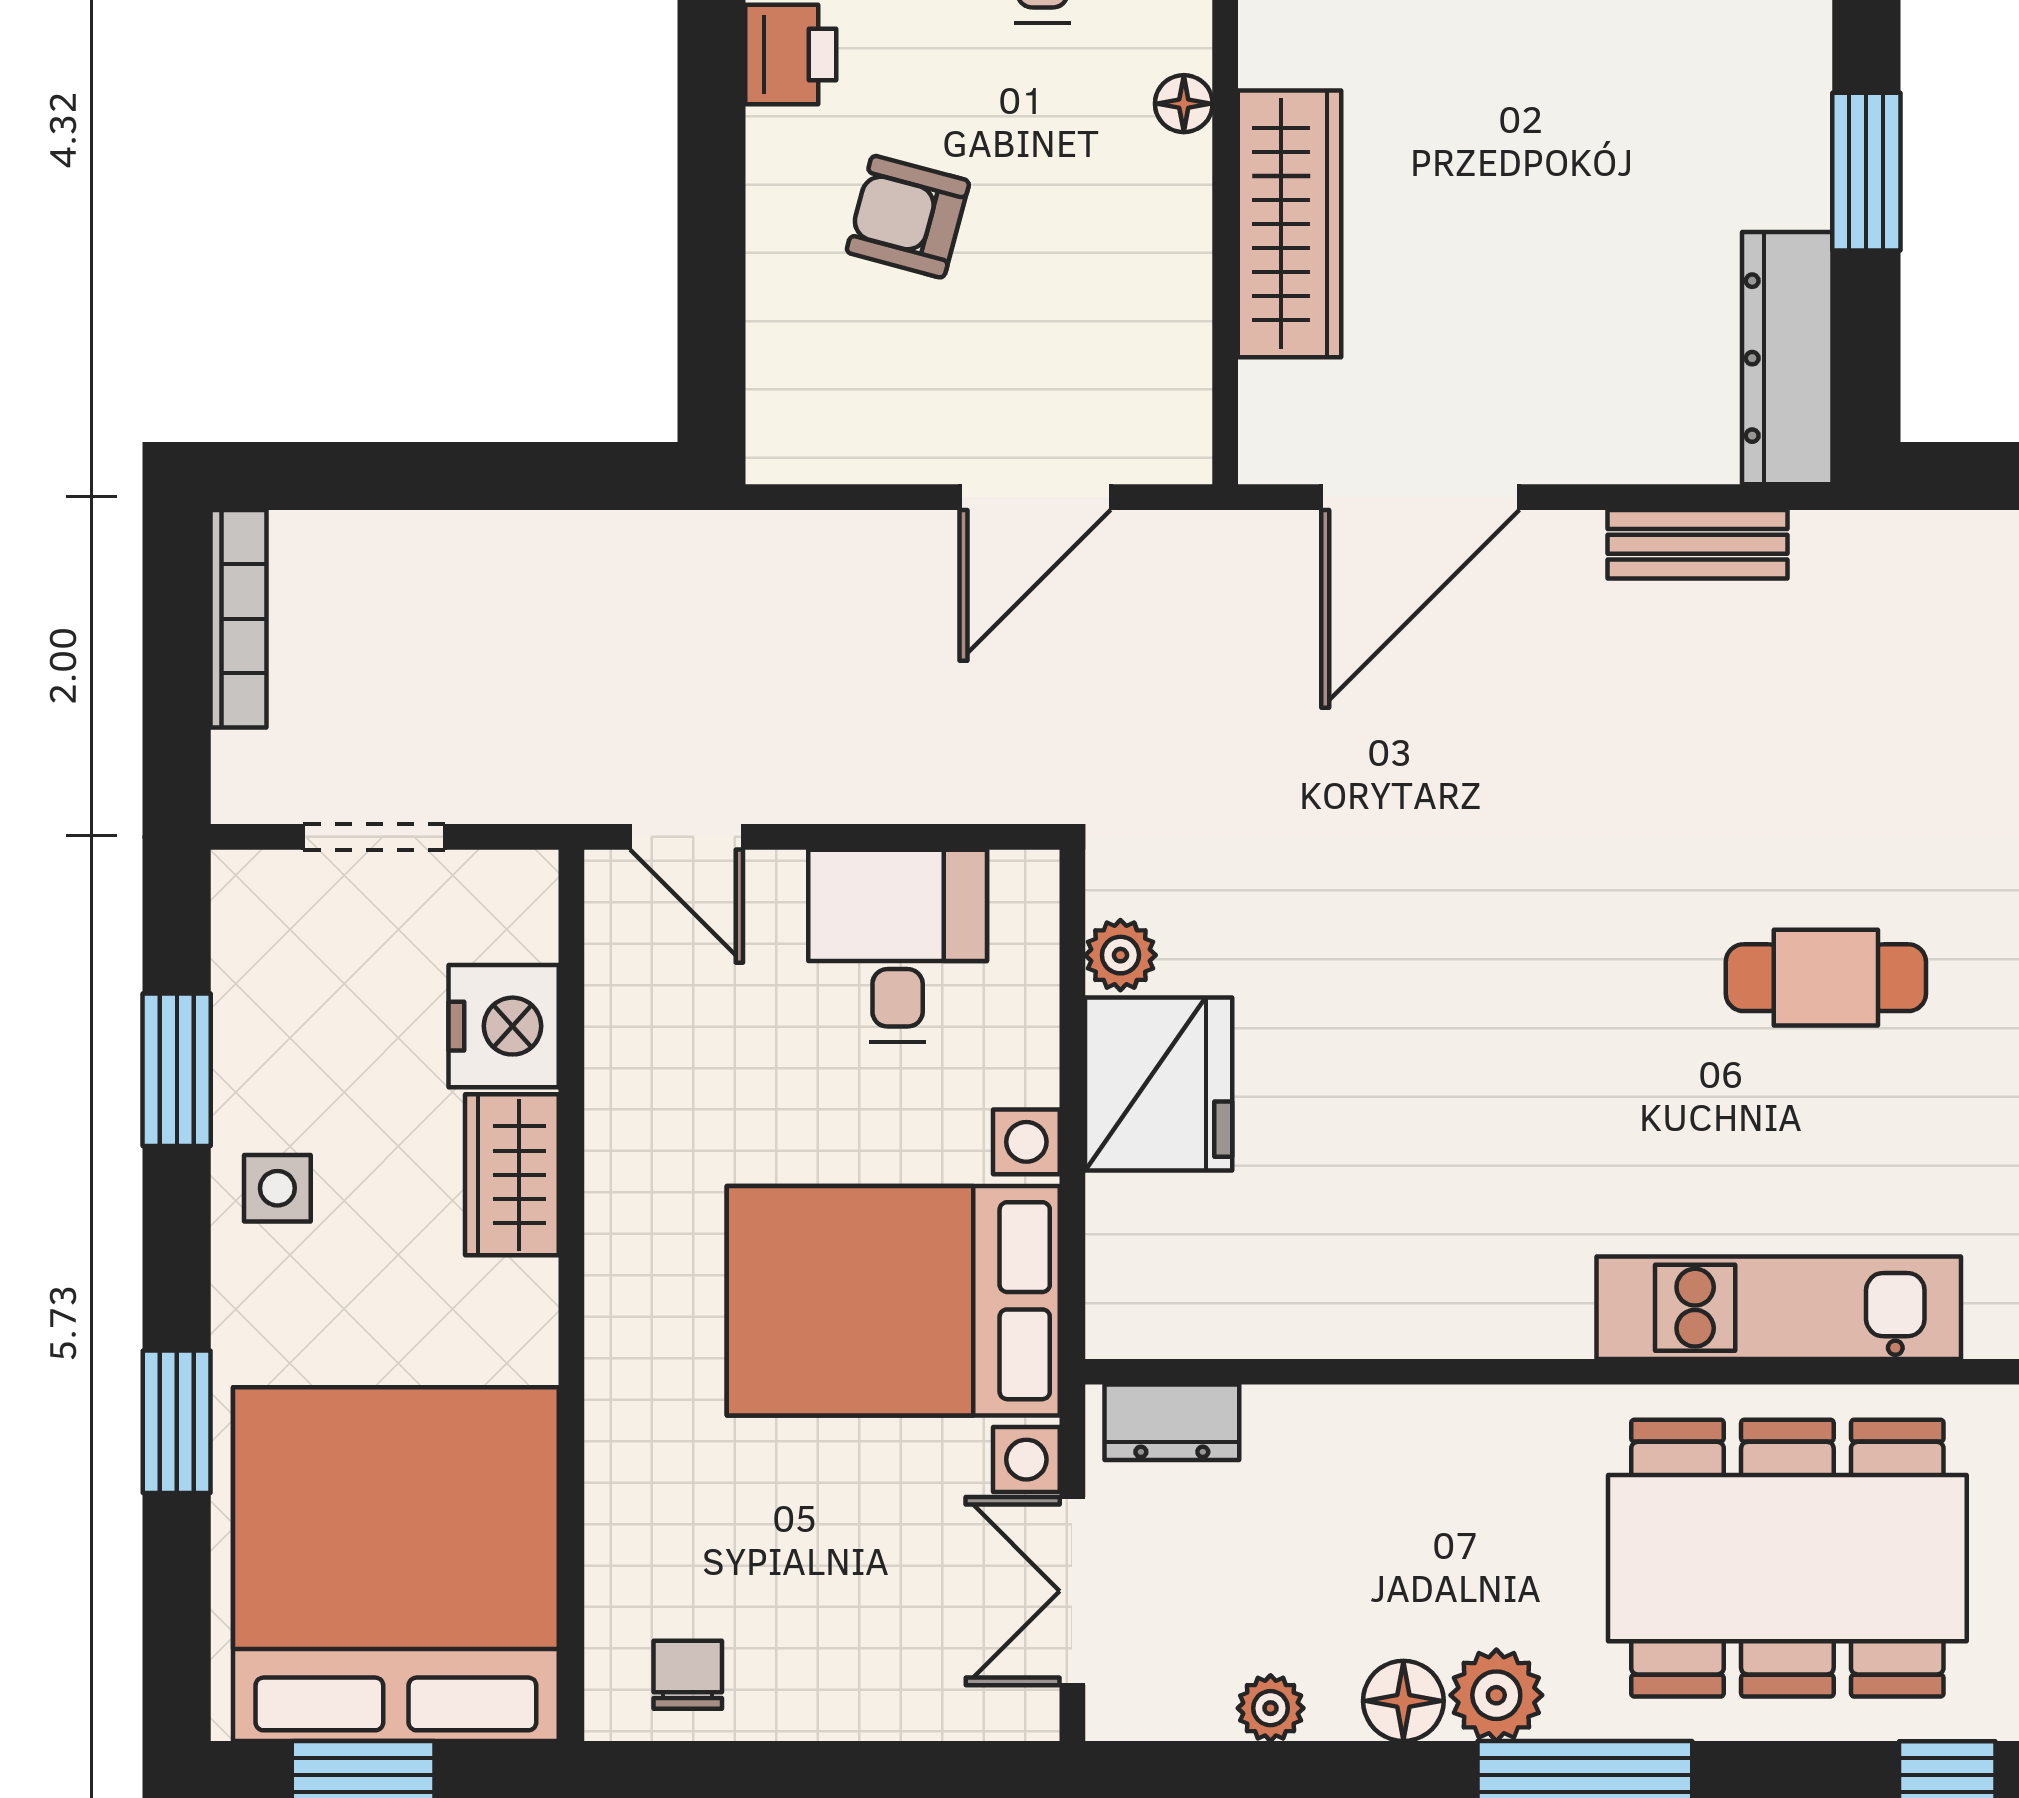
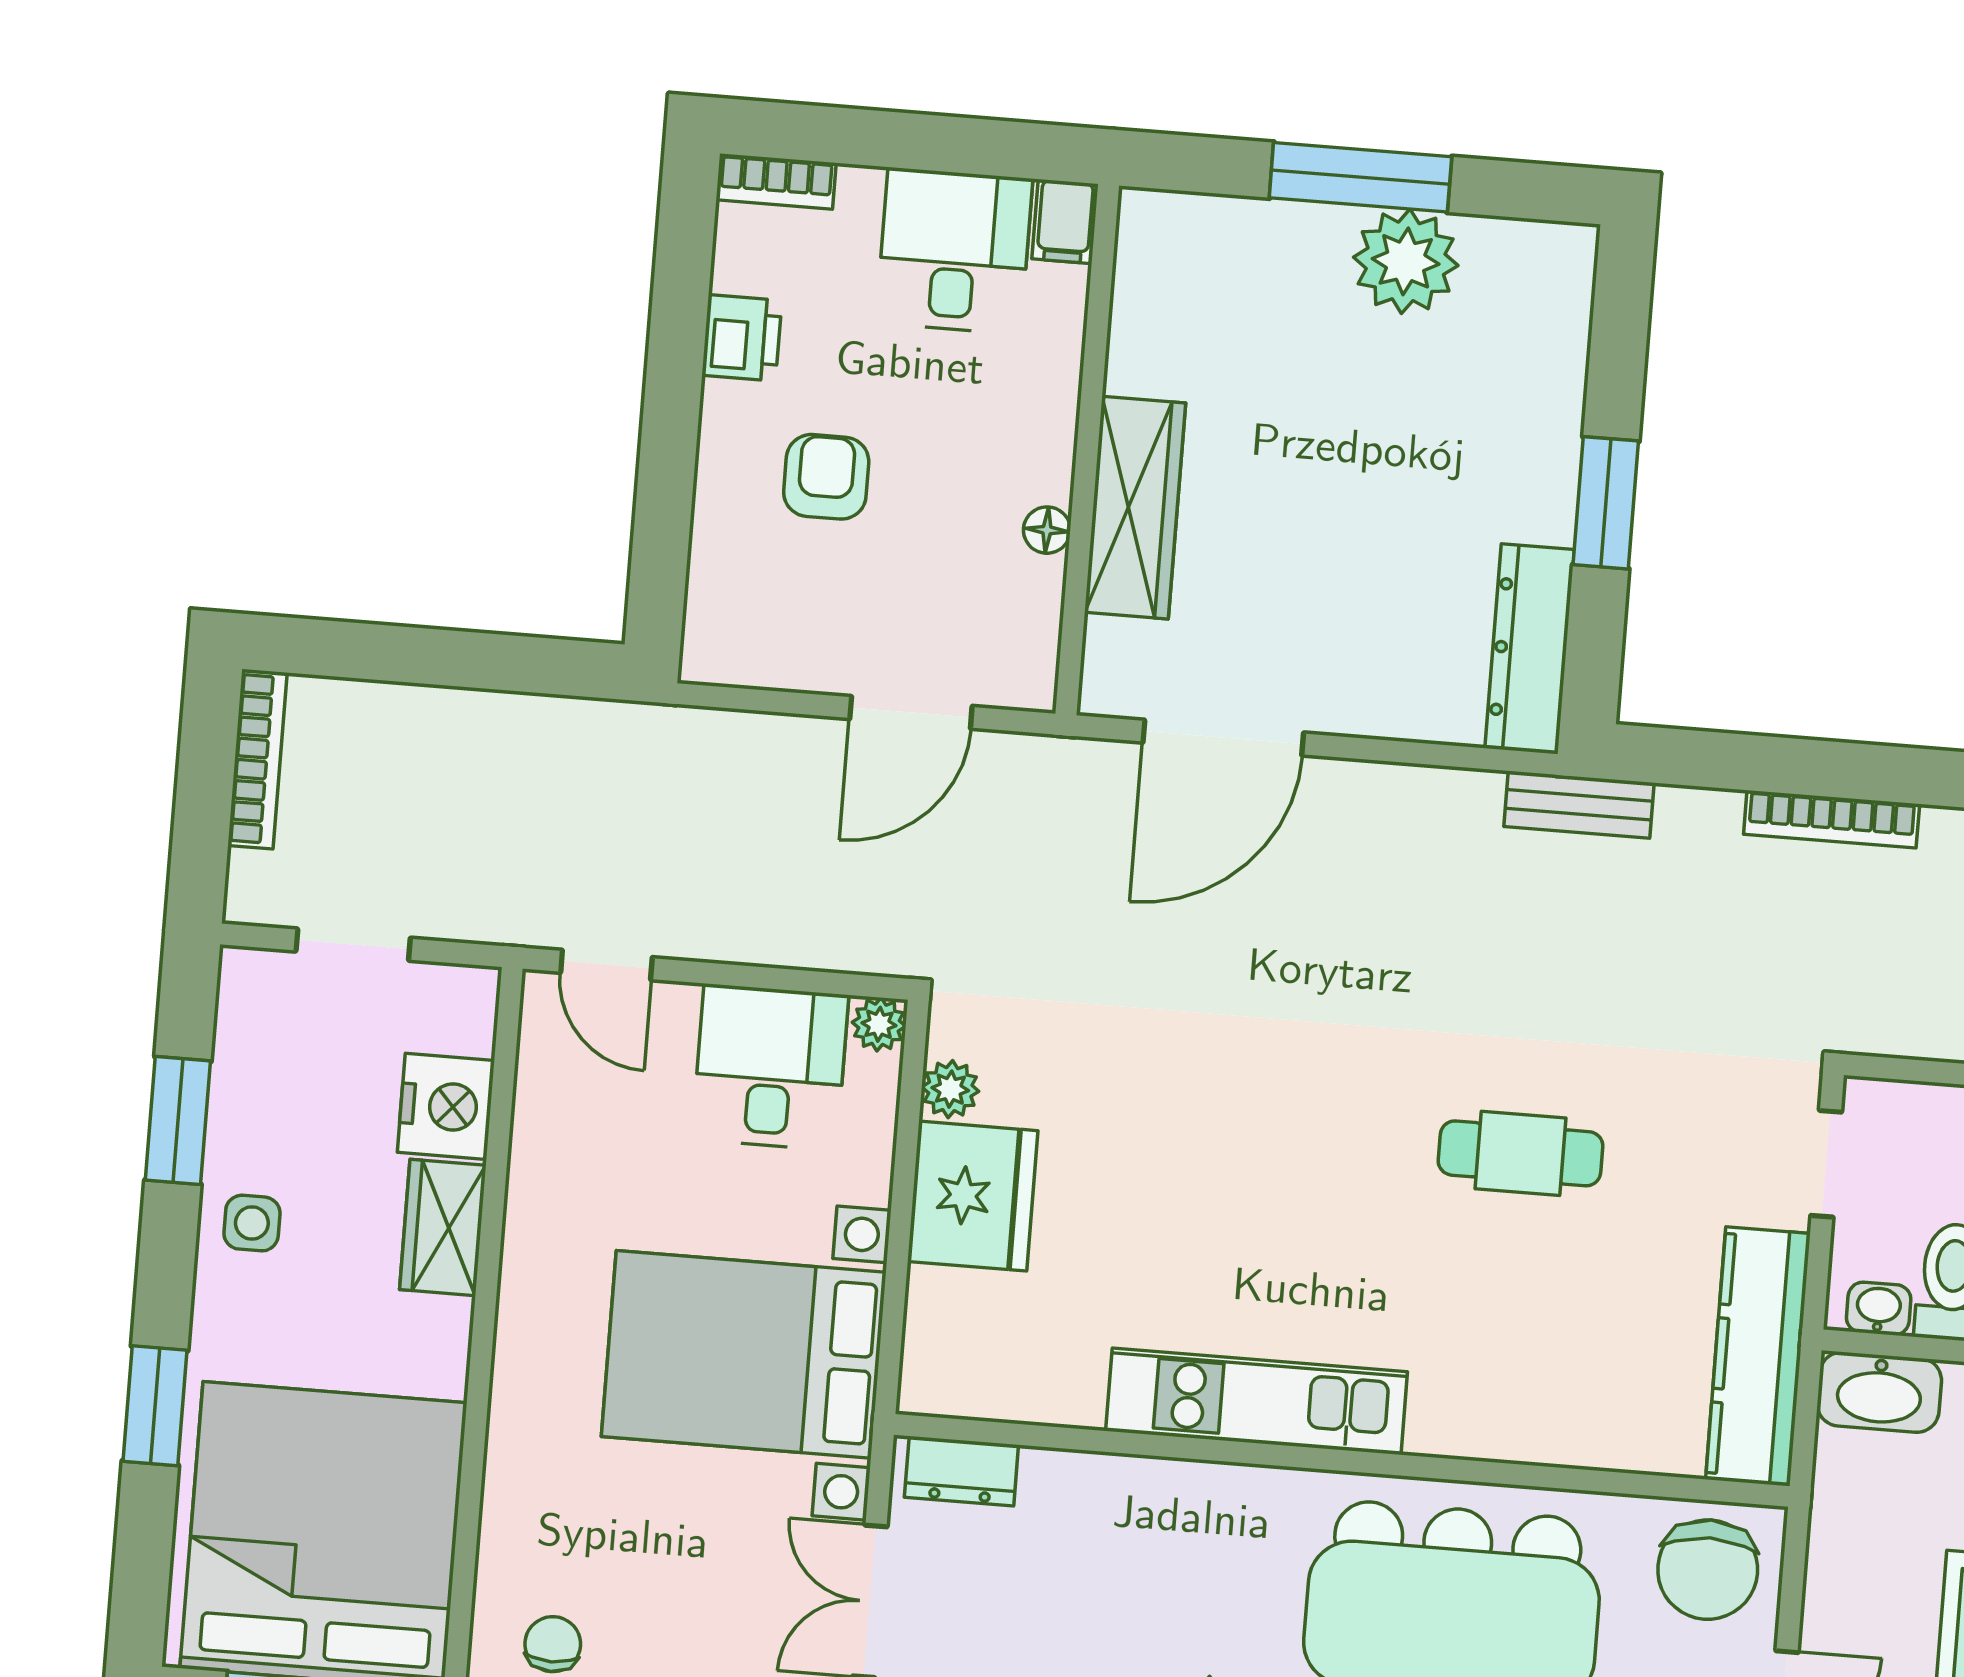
floor lamp: (1184, 104) -> (1047, 530), moved
armchair: (908, 217) -> (826, 477), turned 75
bench: (1698, 544) -> (1579, 805), moved
plant: (1027, 883) -> (879, 1024), added
kitchen unit: (1779, 1308) -> (1257, 1401), moved

